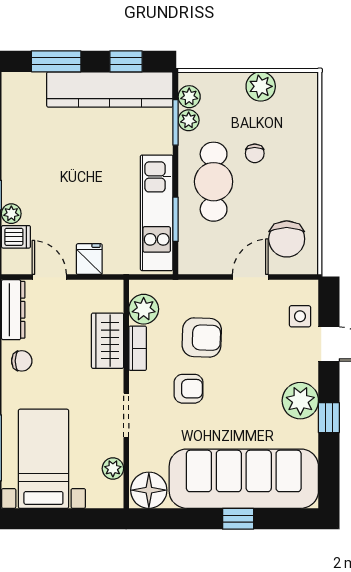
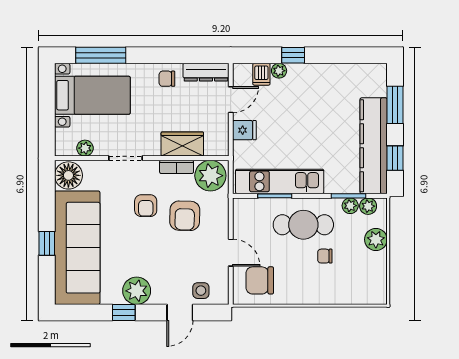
plant: (261, 86) -> (376, 239), moved
plant: (144, 309) -> (210, 176), width x1.36, depth x1.36
chair: (22, 361) -> (167, 79), turned 90

